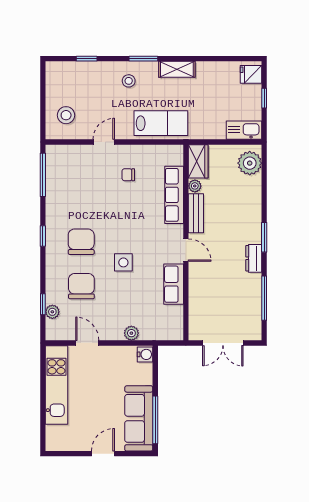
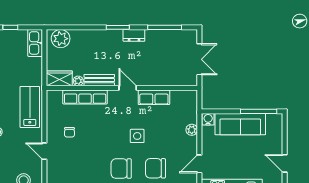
door: (186, 250) -> (128, 88), hinge flipped
sofa: (139, 418) -> (240, 124), moved
door: (103, 454) -> (285, 163), moved

